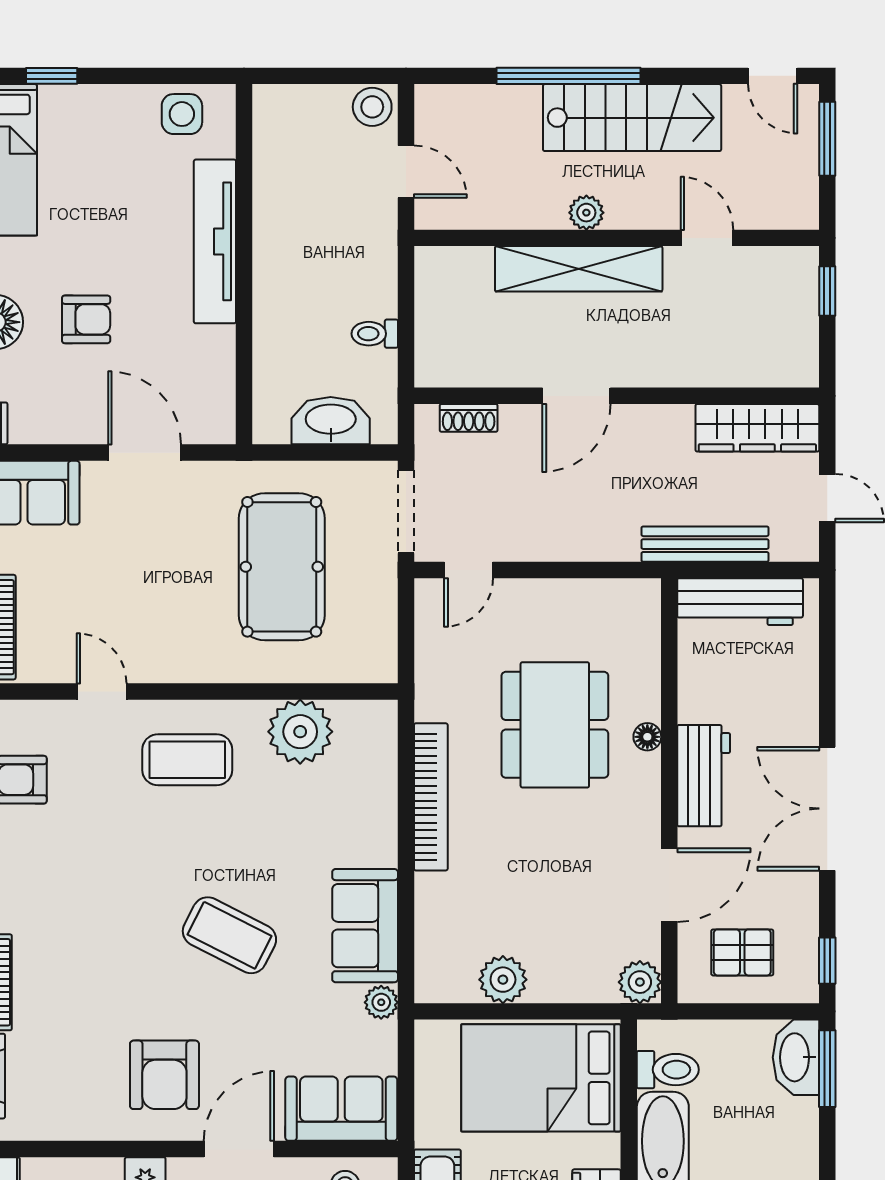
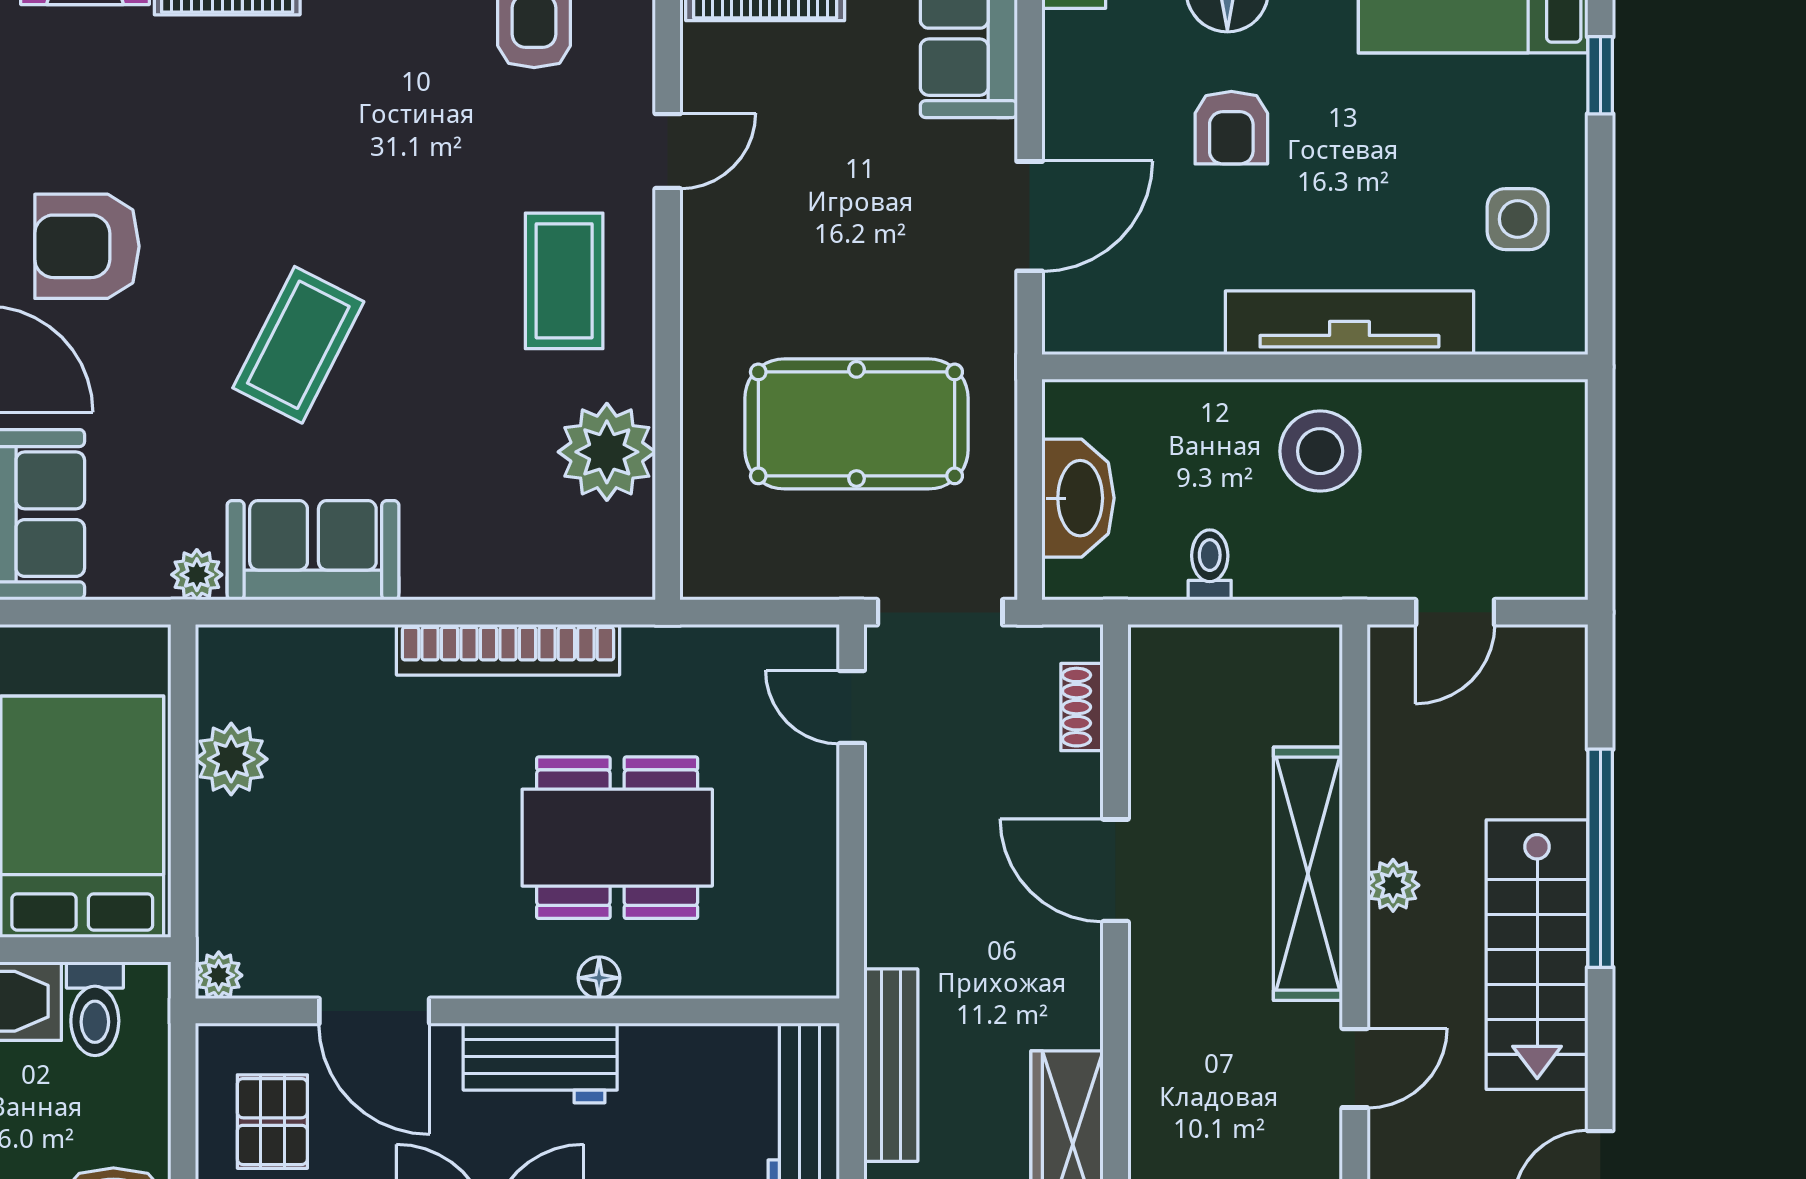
stool: (372, 107) -> (1320, 451), moved, width x1.38, depth x1.38
side table: (182, 114) -> (1518, 219), moved
plant: (640, 982) -> (219, 975), width x0.73, depth x0.73

